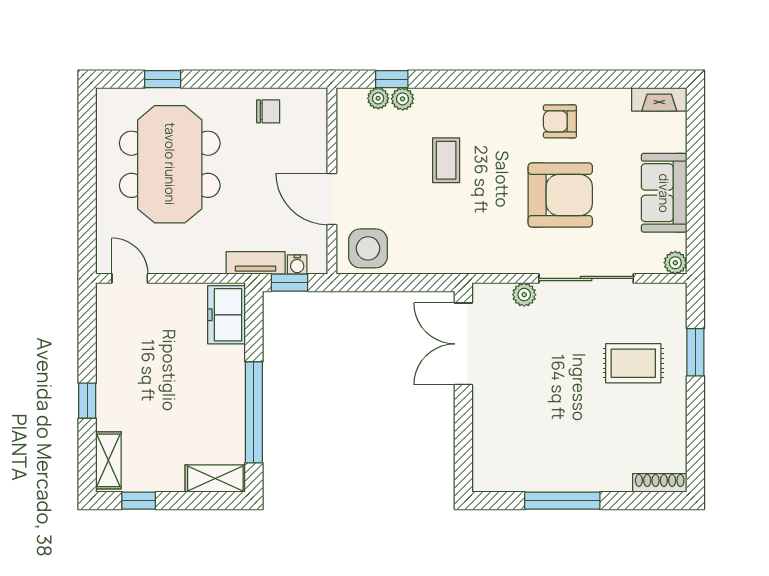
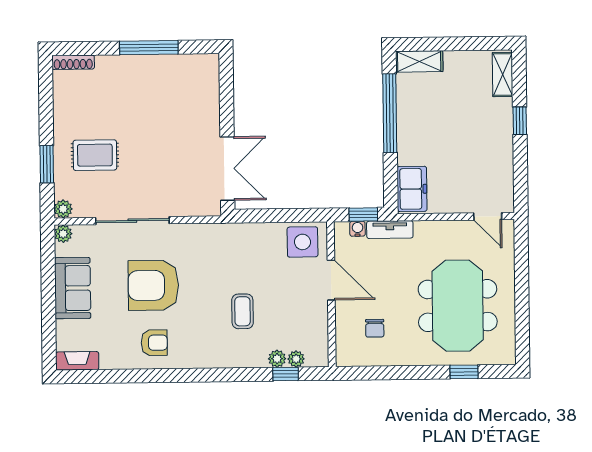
chair: (268, 111) -> (375, 328), moved, turned -90
plant: (524, 295) -> (63, 209), moved
window: (139, 501) -> (479, 44), removed

